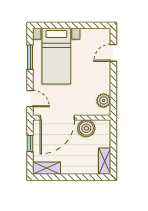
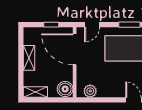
boiler: (86, 128) -> (65, 89), moved
shelving: (47, 168) -> (29, 58), moved

